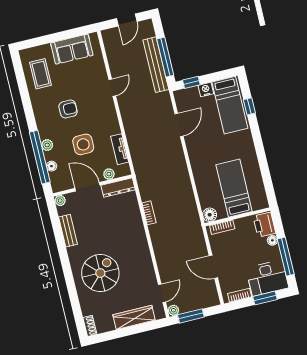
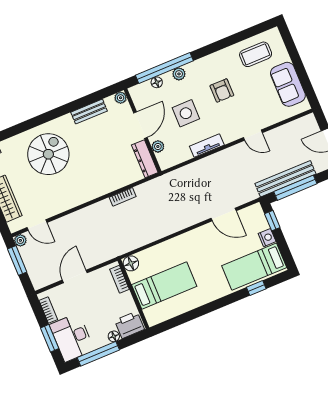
tv unit: (120, 149) -> (207, 146), moved
spiral stairs: (100, 273) -> (48, 154), turned -90

